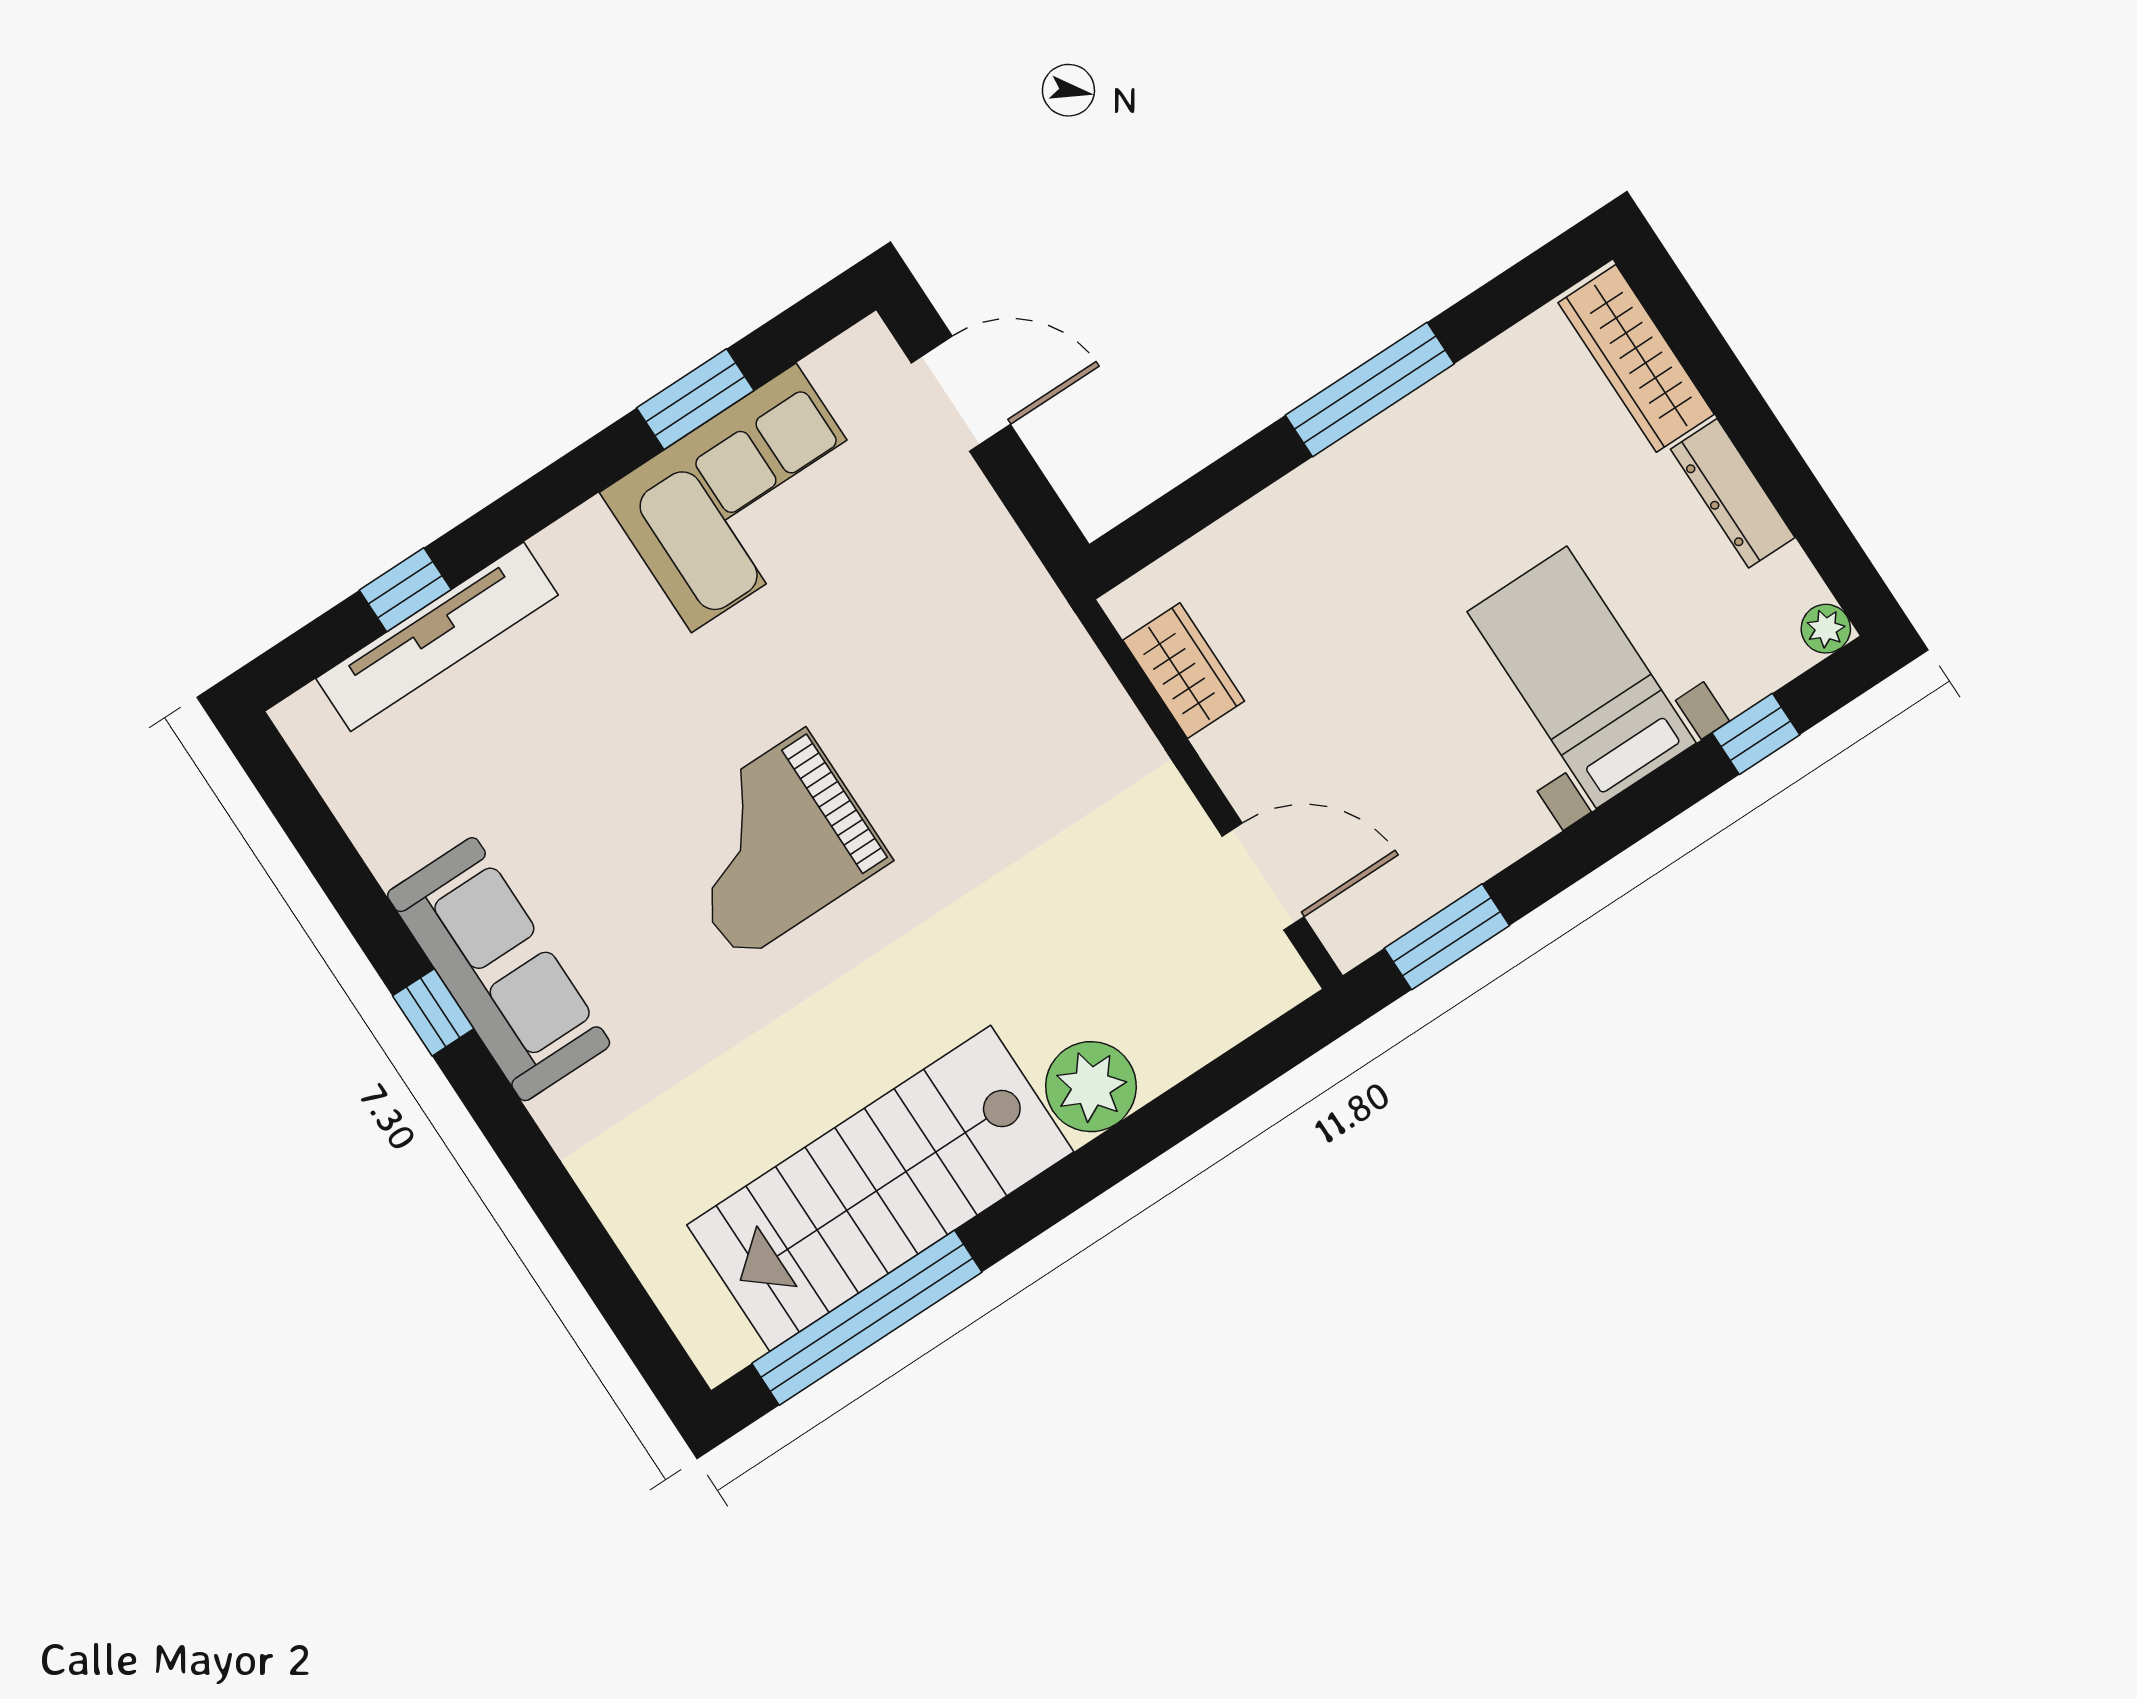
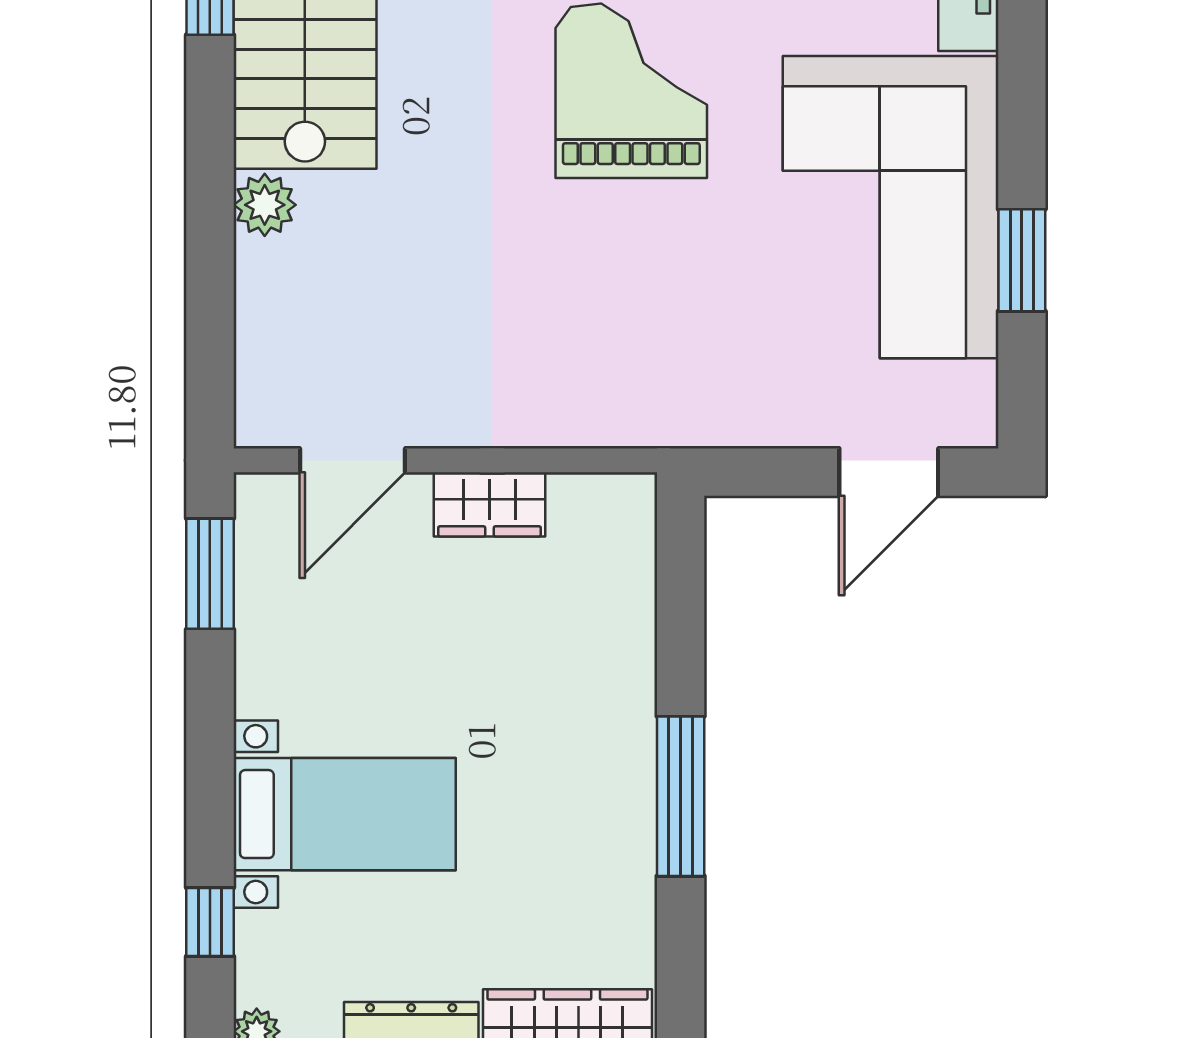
corner sofa: (744, 498) -> (891, 207), width x1.36, depth x1.36
wardrobe: (1184, 671) -> (489, 504), moved
plant: (1091, 1087) -> (265, 205), width x0.73, depth x0.73

